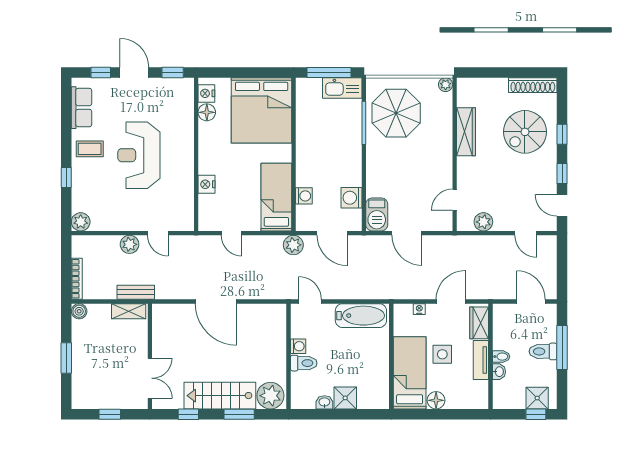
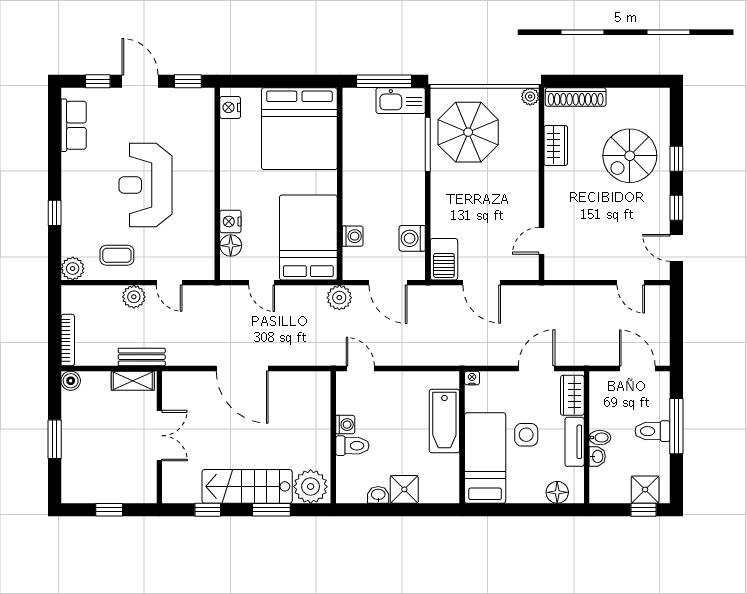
shoe rack: (533, 85) -> (576, 97), moved
floor lamp: (207, 112) -> (231, 246), moved
wardrobe: (466, 132) -> (556, 145), width x0.67
coffee table: (90, 149) -> (117, 255), moved
bed: (276, 197) -> (308, 237), width x1.50
plant: (483, 222) -> (578, 269), removed
nightstand: (419, 309) -> (472, 378), moved
bathtub: (361, 316) -> (444, 421), moved, turned 90
double door: (150, 378) -> (159, 436), moved
floor lamp: (436, 400) -> (557, 492), moved

